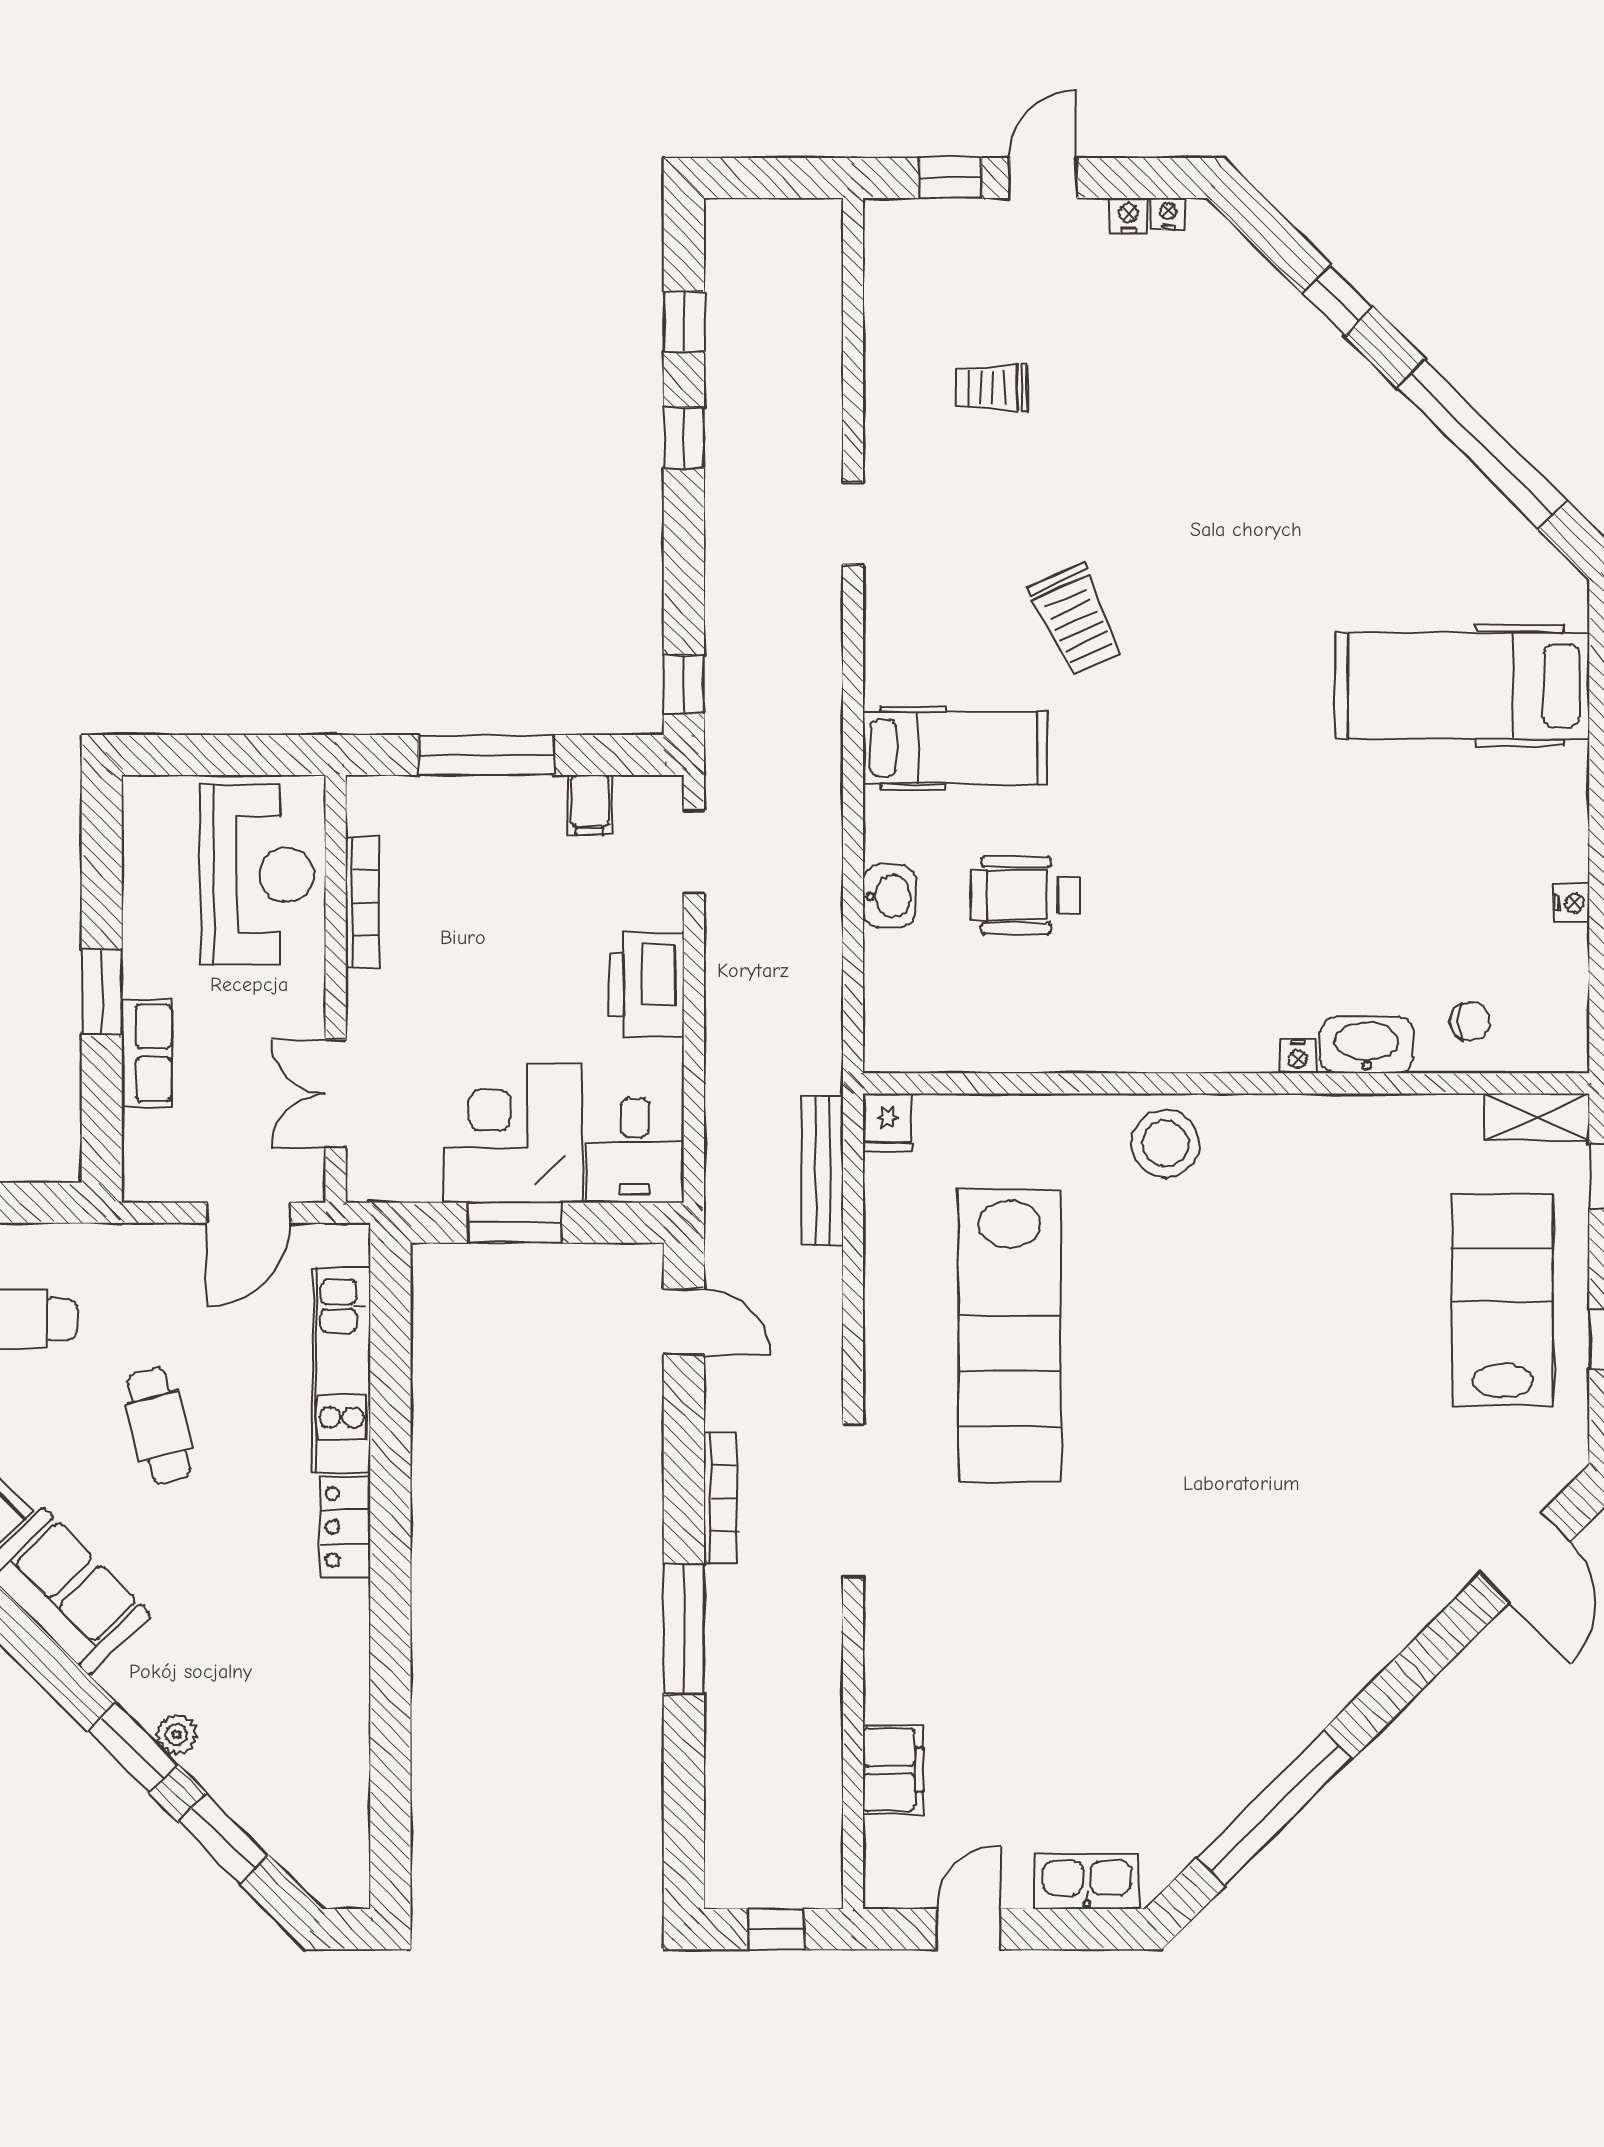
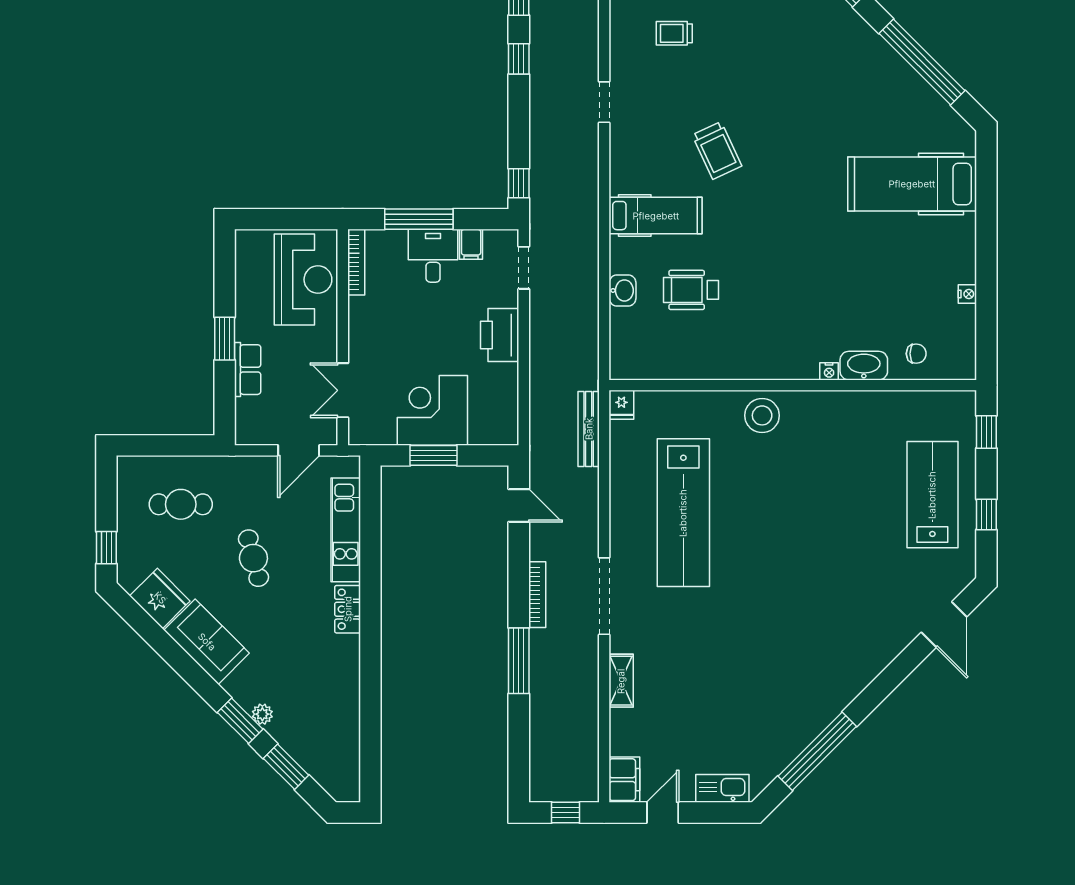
bookcase: (362, 903) -> (356, 262), moved
shelving: (1537, 1117) -> (621, 681), moved, turned 90
desk: (635, 1150) -> (433, 256), moved, turned 180
filing cabinet: (893, 1770) -> (624, 780), moved

